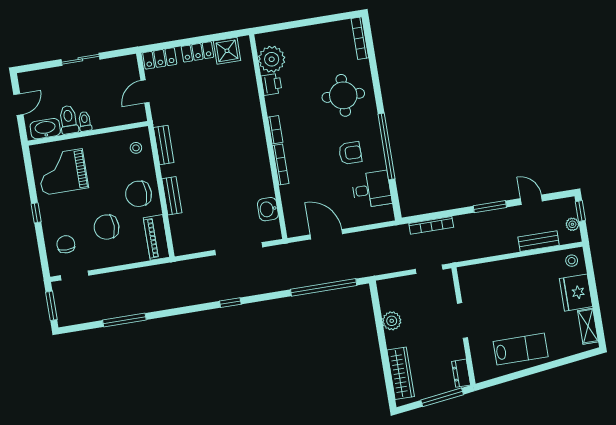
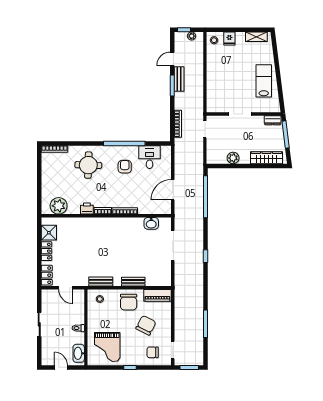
printer: (271, 84) -> (87, 208), moved
toilet: (69, 120) -> (75, 338), removed
chair: (107, 227) -> (146, 325), turned -153
bench: (539, 241) -> (179, 79), moved
fridge: (576, 293) -> (229, 39), width x0.53, depth x0.75

